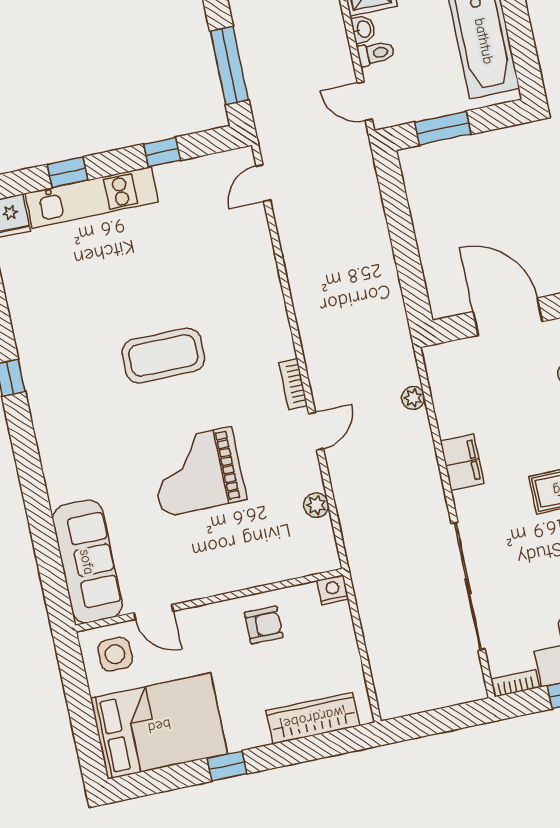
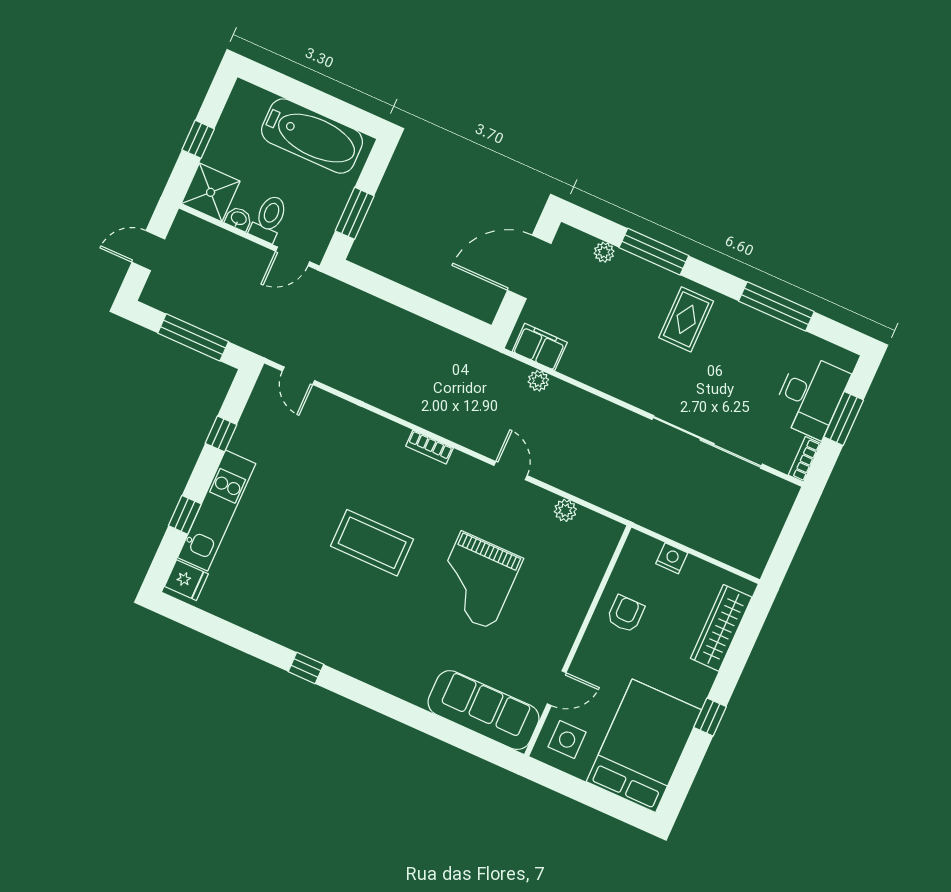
toilet: (376, 53) -> (269, 218), width x1.37, depth x1.39
coffee table: (163, 356) -> (372, 543), turned 90
bookcase: (293, 384) -> (429, 447), moved
filing cabinet: (462, 462) -> (540, 347), moved
nightstand: (333, 590) -> (672, 558), moved, turned 90

